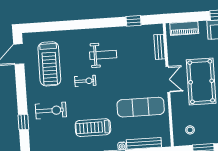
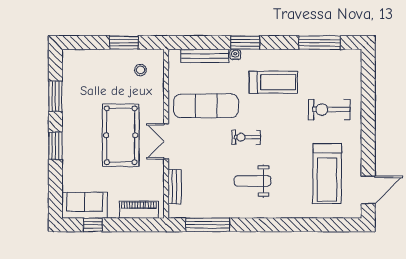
window: (134, 21) -> (208, 225), width x2.17
treadmill: (49, 64) -> (327, 174), turned 180
exercise bike: (85, 81) -> (246, 137), moved
window: (23, 122) -> (368, 96), removed

